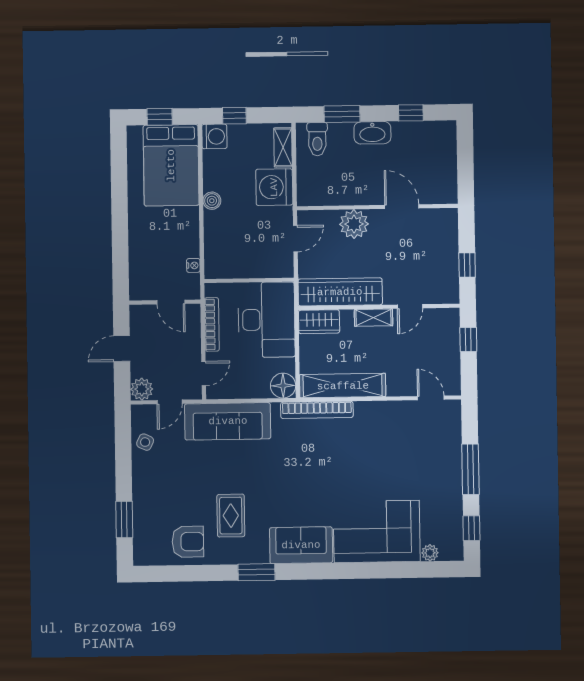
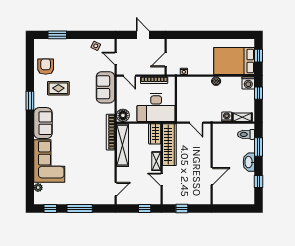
washing machine: (274, 187) -> (227, 117), width x0.53, depth x0.53
plant: (354, 224) -> (203, 152), removed
plant: (142, 389) -> (122, 45), removed
sofa: (228, 421) -> (105, 87), width x0.73
armchair: (188, 542) -> (46, 67), turned 180

